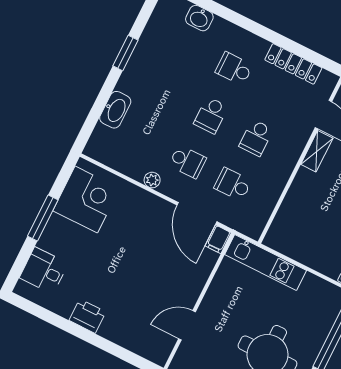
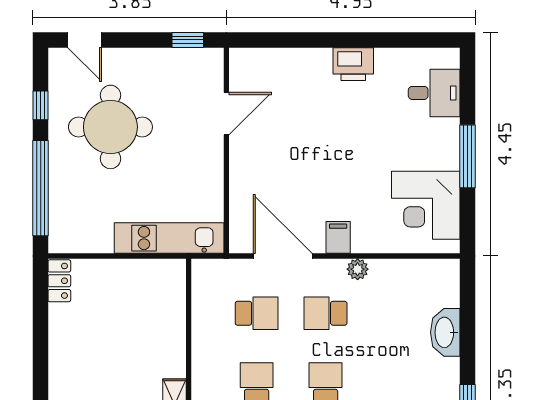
filing cabinet: (218, 239) -> (338, 237), moved

